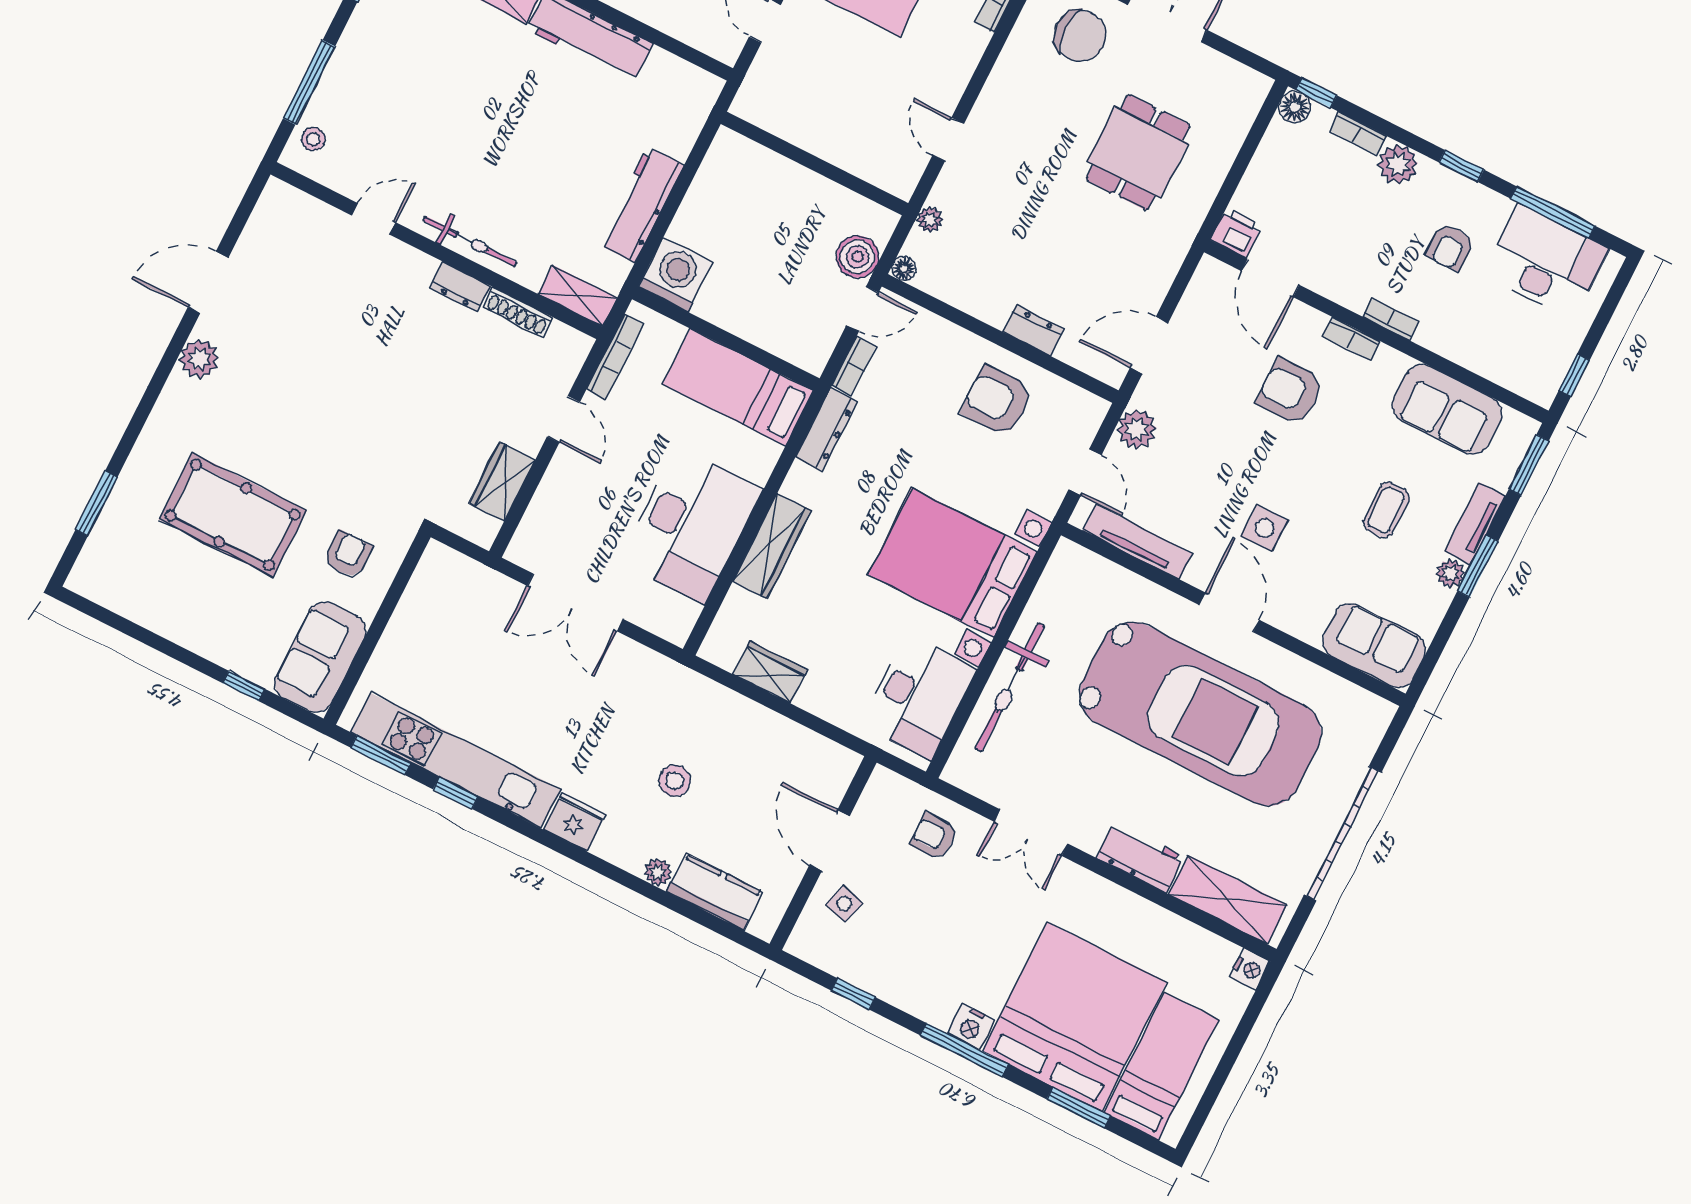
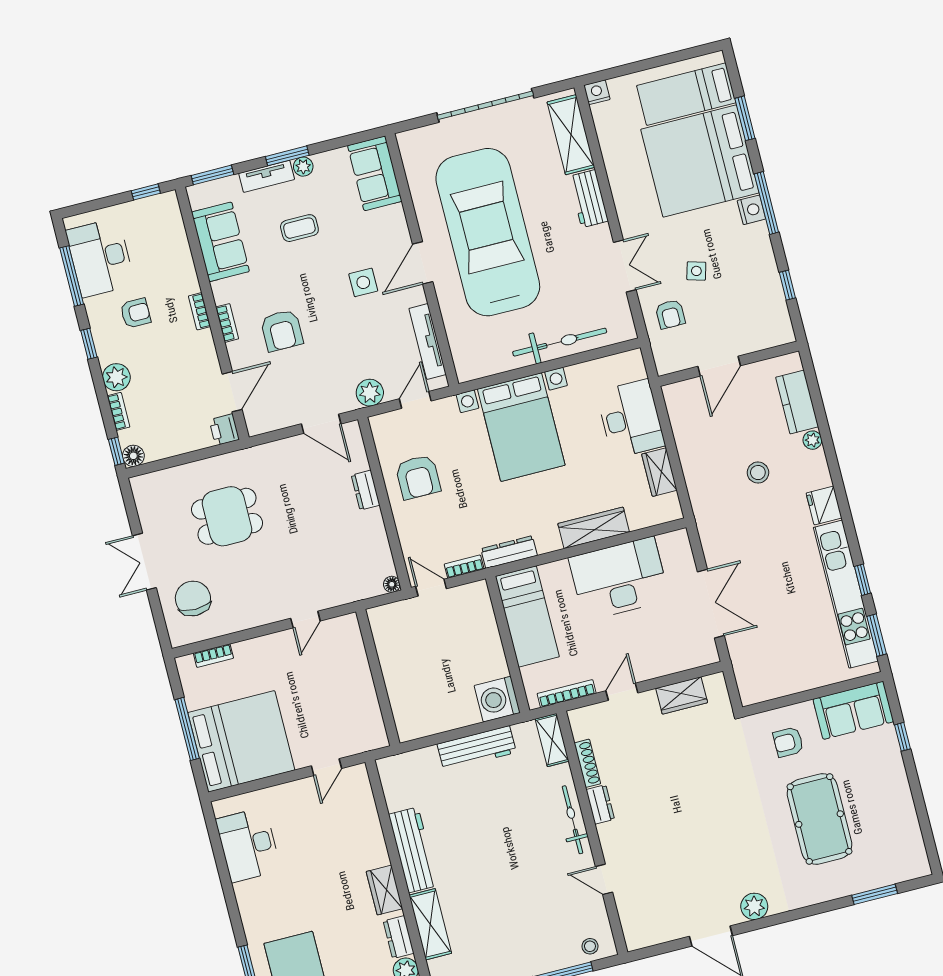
plant: (930, 220) -> (355, 593), removed
boiler: (857, 257) -> (406, 614), removed
desk: (919, 697) -> (630, 419), moved, turned 90
side table: (844, 904) -> (696, 271), moved

